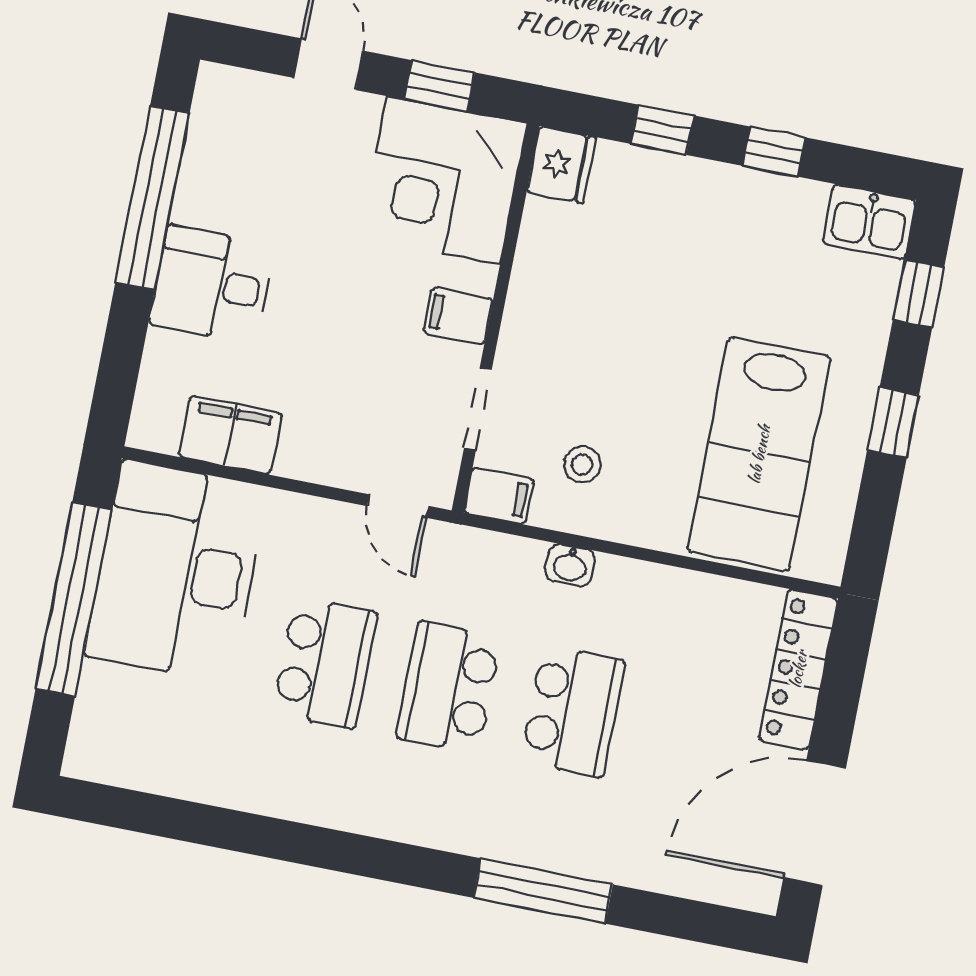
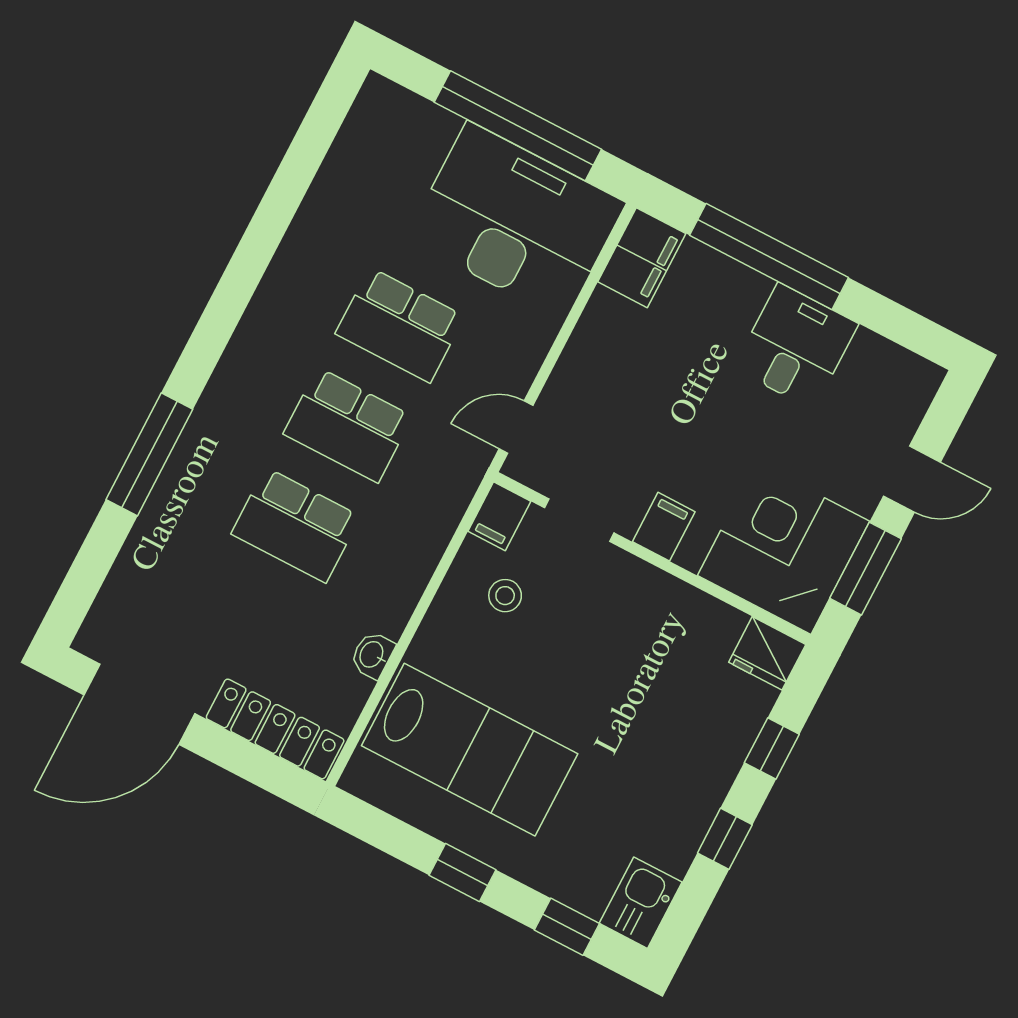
window: (439, 86) -> (865, 569), width x1.50
window: (152, 198) -> (769, 256), moved
desk: (212, 284) -> (796, 346), moved
filing cabinet: (230, 435) -> (642, 258), moved
lab bench: (759, 454) -> (470, 750), turned 180
washbasin: (570, 565) -> (372, 655), moved
school desk: (449, 687) -> (348, 425), turned 180
door: (815, 823) -> (139, 704), swing flipped

